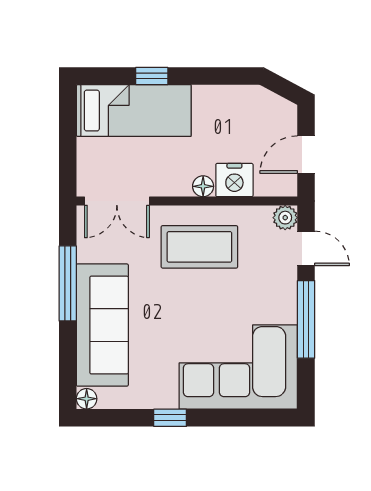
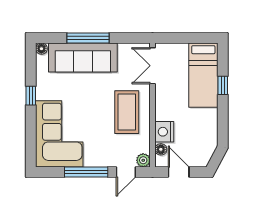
floor lamp: (203, 186) -> (161, 149), moved
window: (68, 283) -> (88, 38), moved

